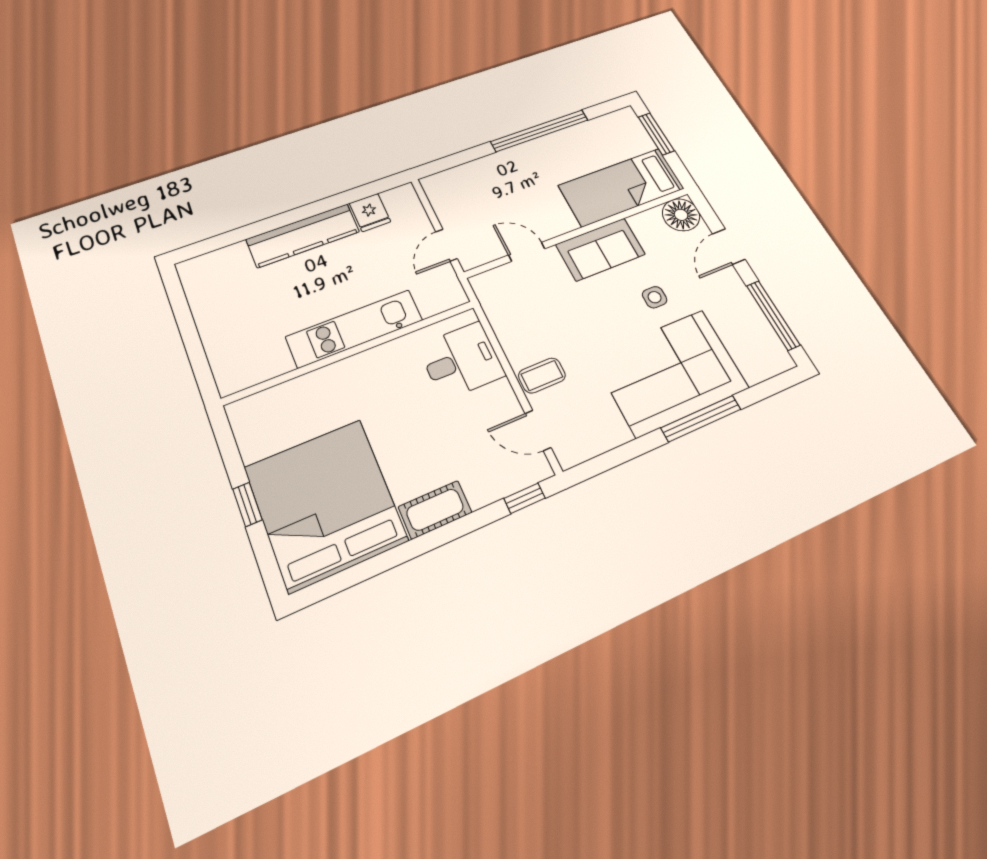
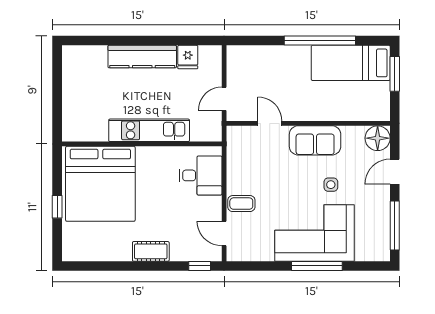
bed: (621, 187) -> (351, 63), moved
bed: (326, 504) -> (100, 184), moved, turned 180

